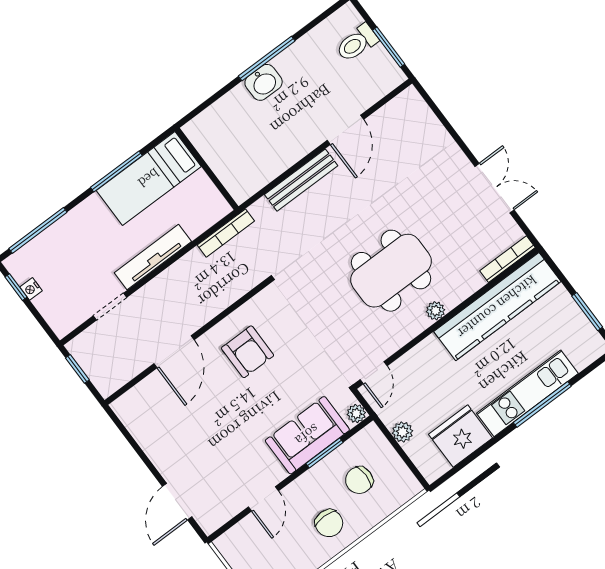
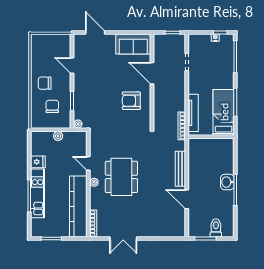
tv unit: (153, 257) -> (193, 113), moved
door: (374, 373) -> (88, 163), moved
sofa: (307, 435) -> (133, 44), moved, turned 90
fridge: (460, 436) -> (38, 162), width x0.53, depth x0.75

